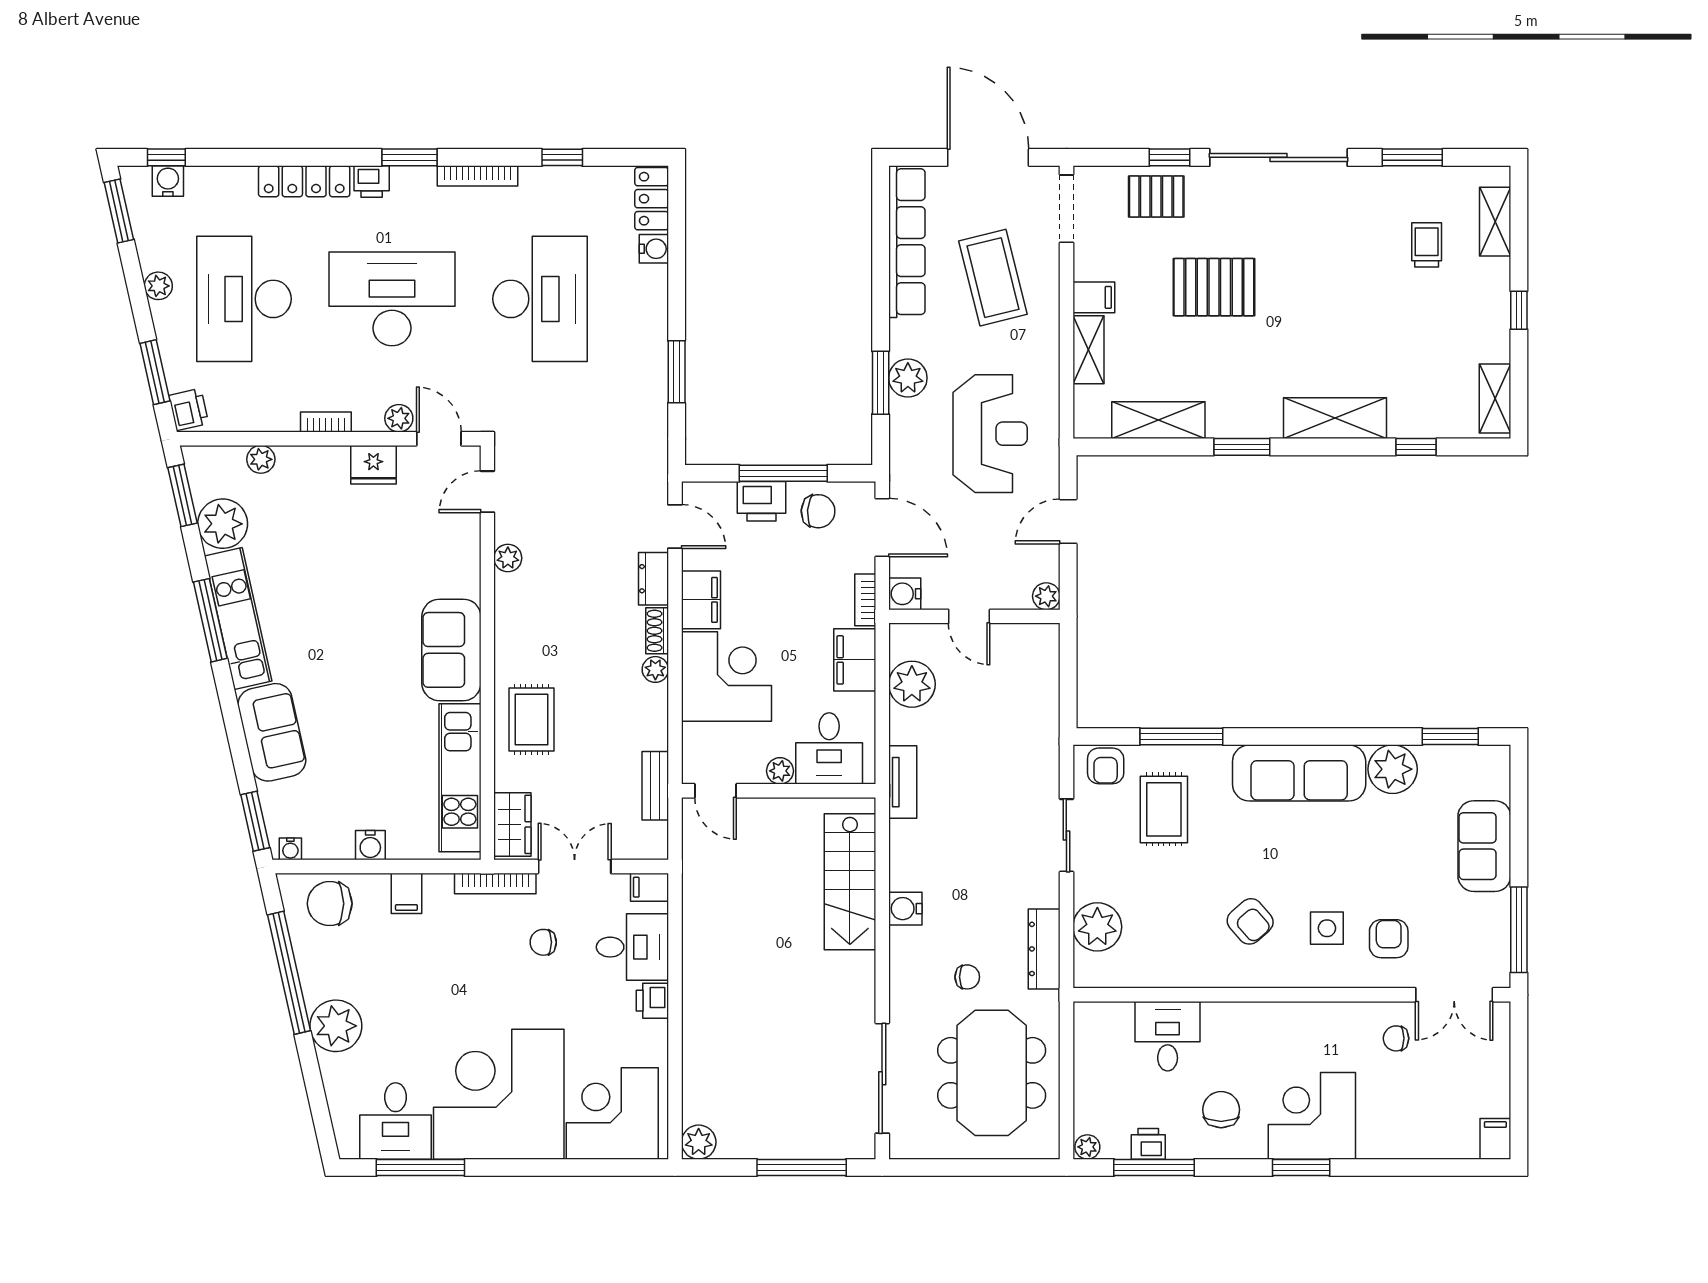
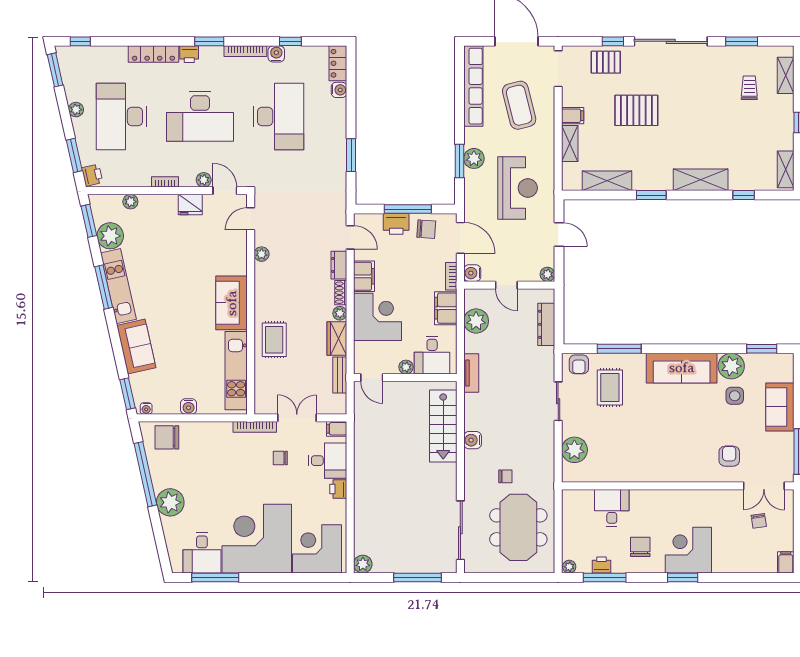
water cooler: (168, 181) -> (276, 54), moved
desk: (392, 299) -> (200, 116), turned 180
door: (1068, 521) -> (559, 235), swing flipped
wardrobe: (512, 824) -> (337, 338), moved, turned 180
filing cabinet: (406, 893) -> (208, 432), removed
armchair: (1250, 921) -> (656, 447), removed
side table: (1327, 928) -> (735, 396), moved
dresser: (1044, 949) -> (546, 324), moved
chair: (1396, 1038) -> (759, 521), moved, turned -98

